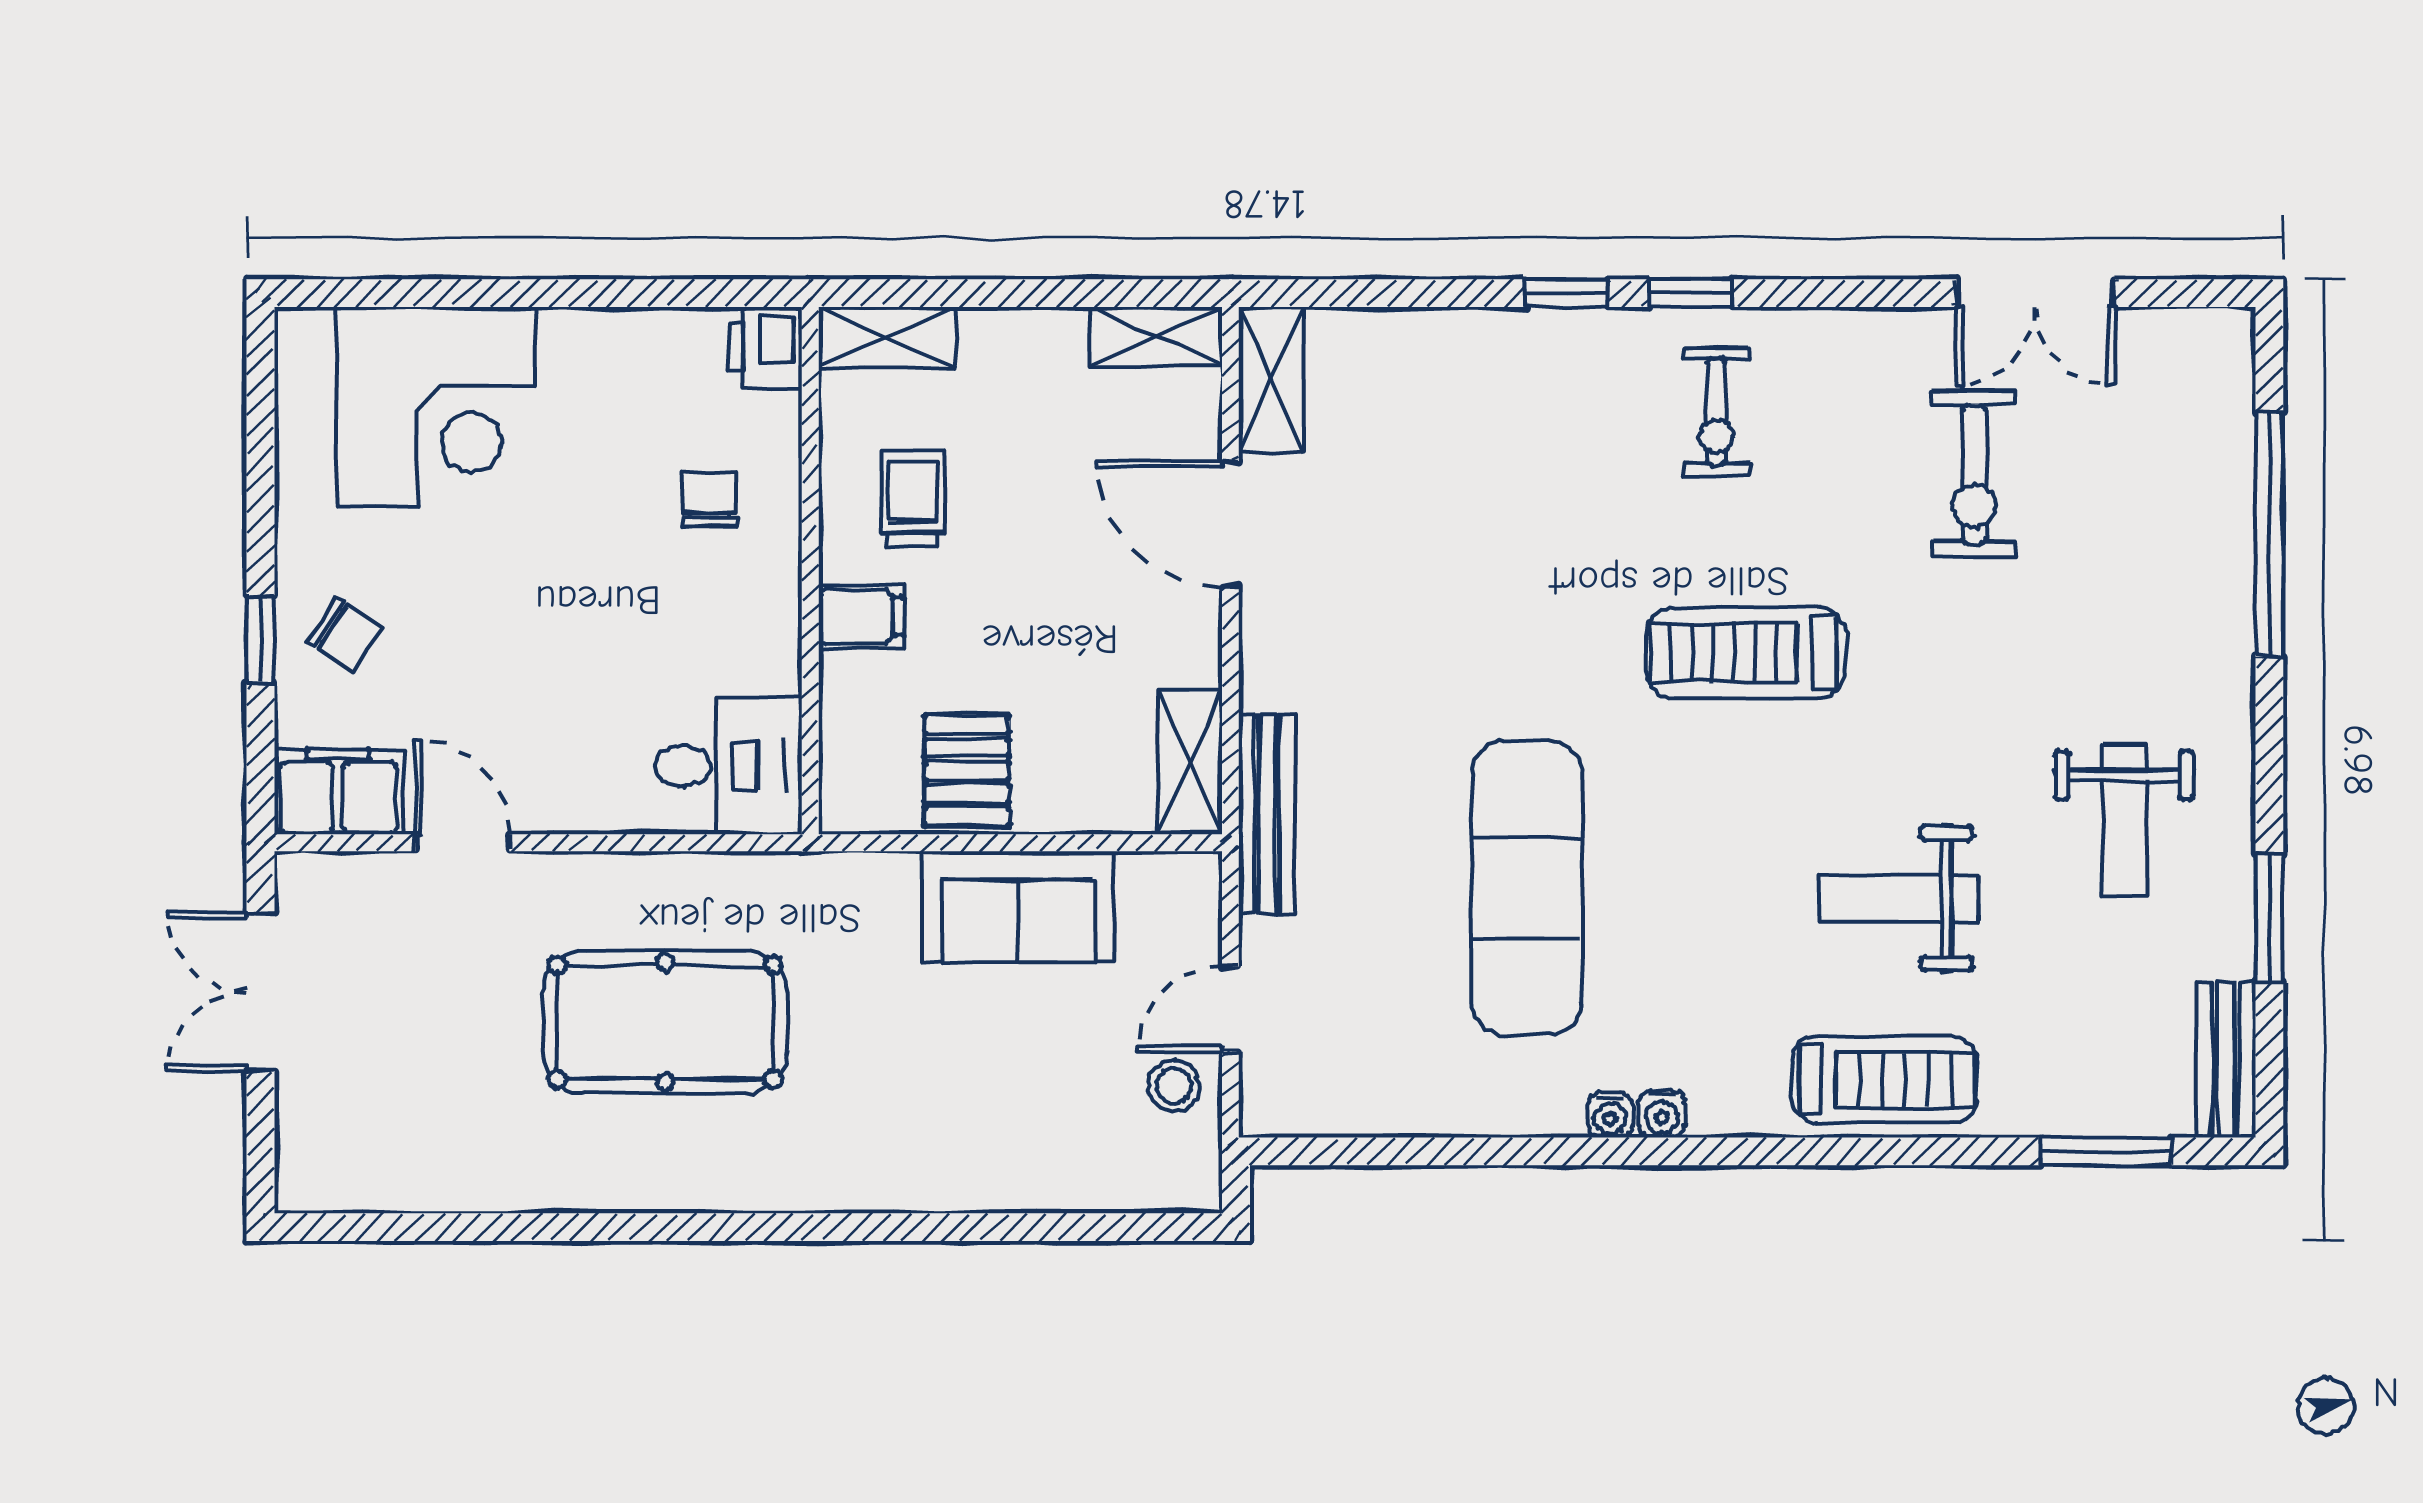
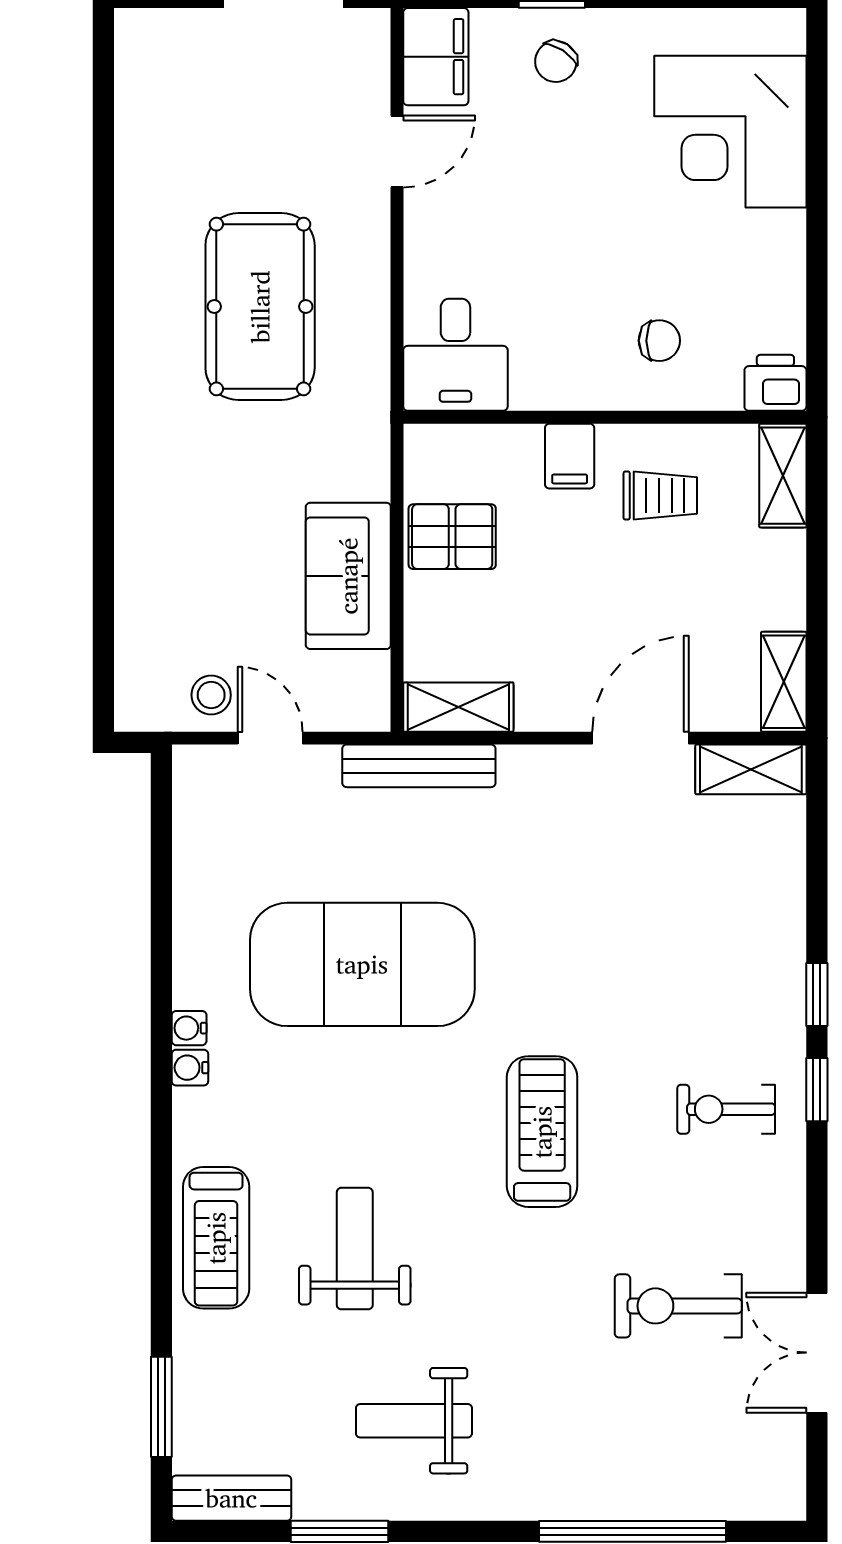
exercise mat: (1527, 888) -> (362, 964), width x1.47

